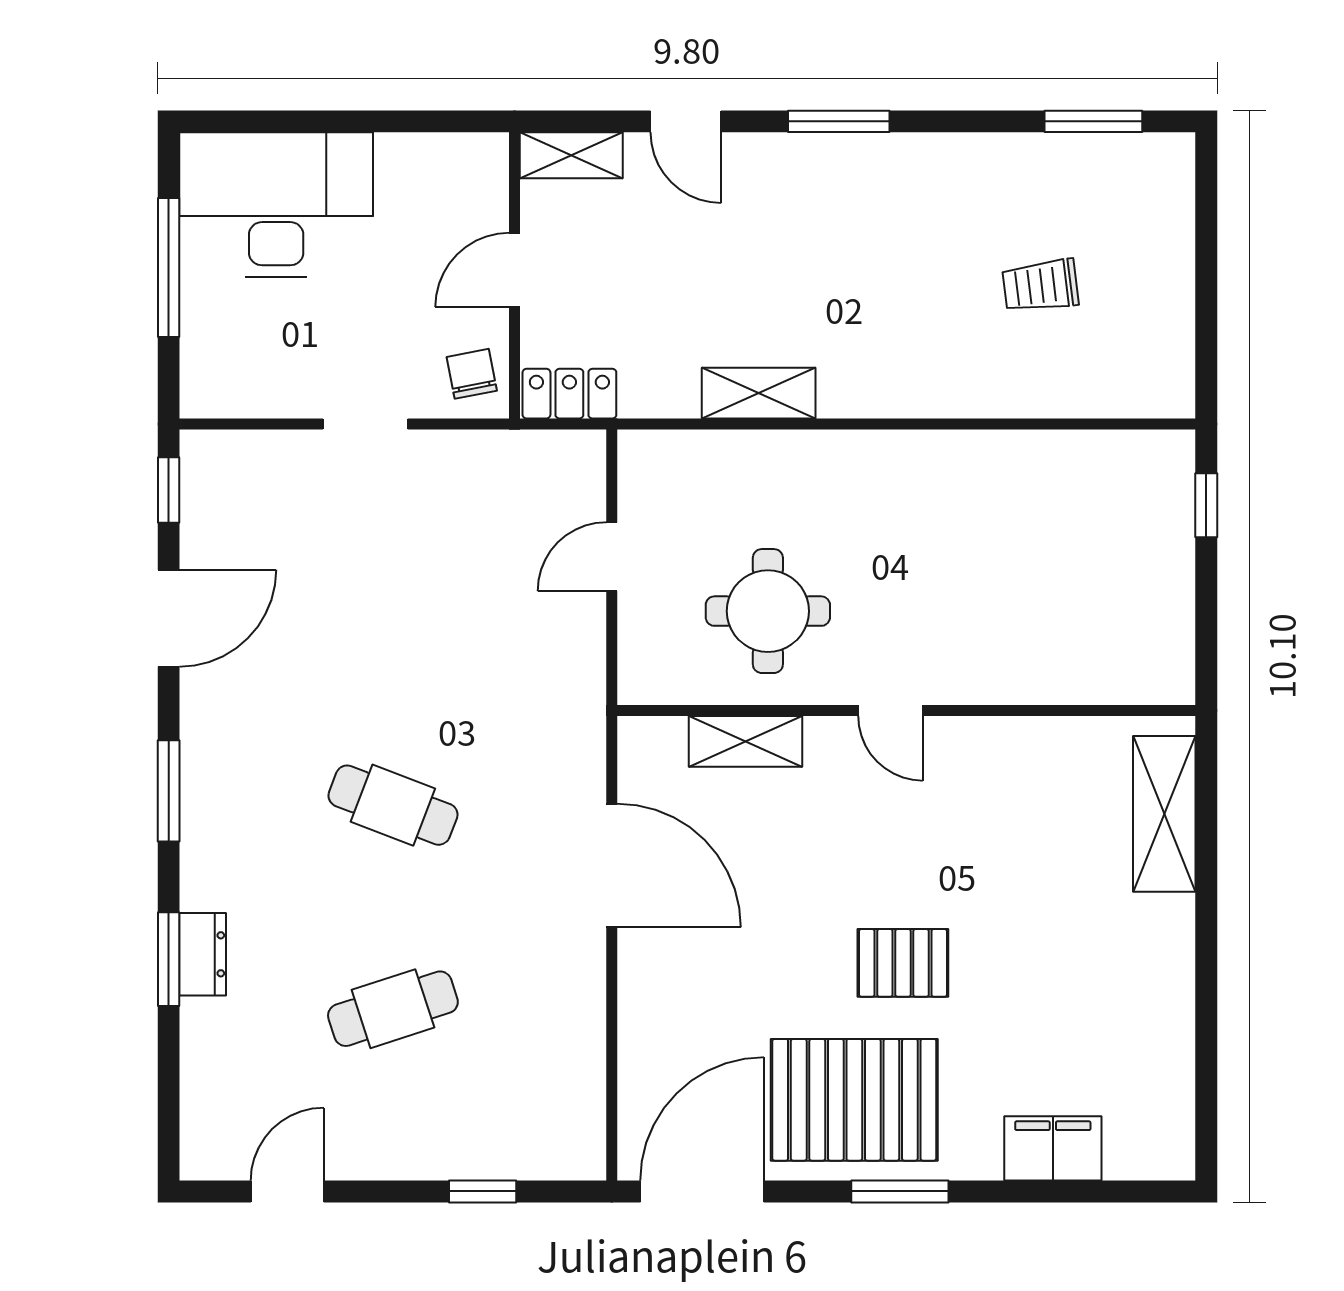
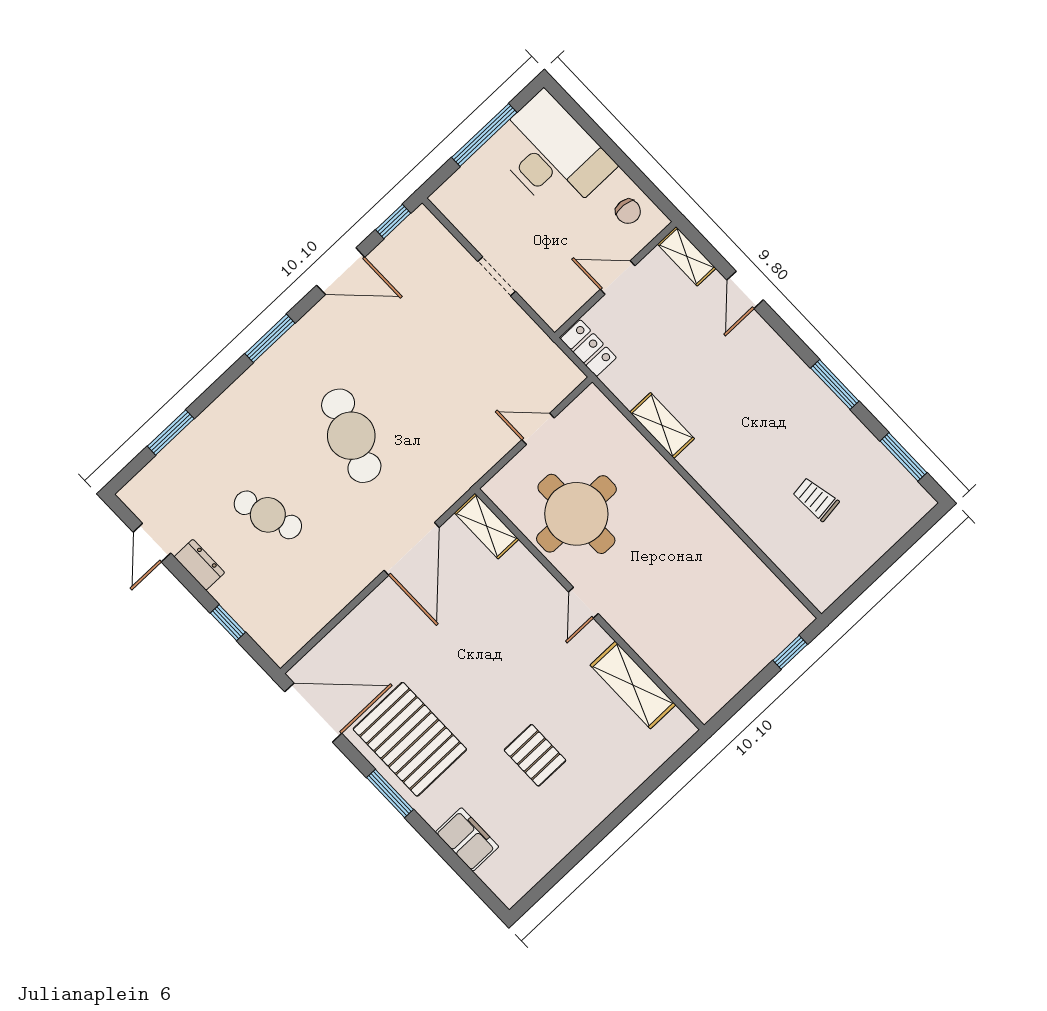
window: (839, 121) -> (835, 385), moved
chair: (472, 374) -> (628, 211), moved, turned 106
round table: (768, 611) -> (576, 514), width x1.36, depth x1.36
shelving: (745, 741) -> (487, 526), moved
cafe table: (393, 805) -> (351, 436), width x1.37, depth x1.35
shelving: (1164, 814) -> (633, 685), moved, turned 90
dresser: (203, 954) -> (199, 565), moved, turned -90
window: (169, 959) -> (171, 432), moved
pallet: (903, 963) -> (535, 755), moved
door: (287, 1191) -> (152, 543), swing flipped

